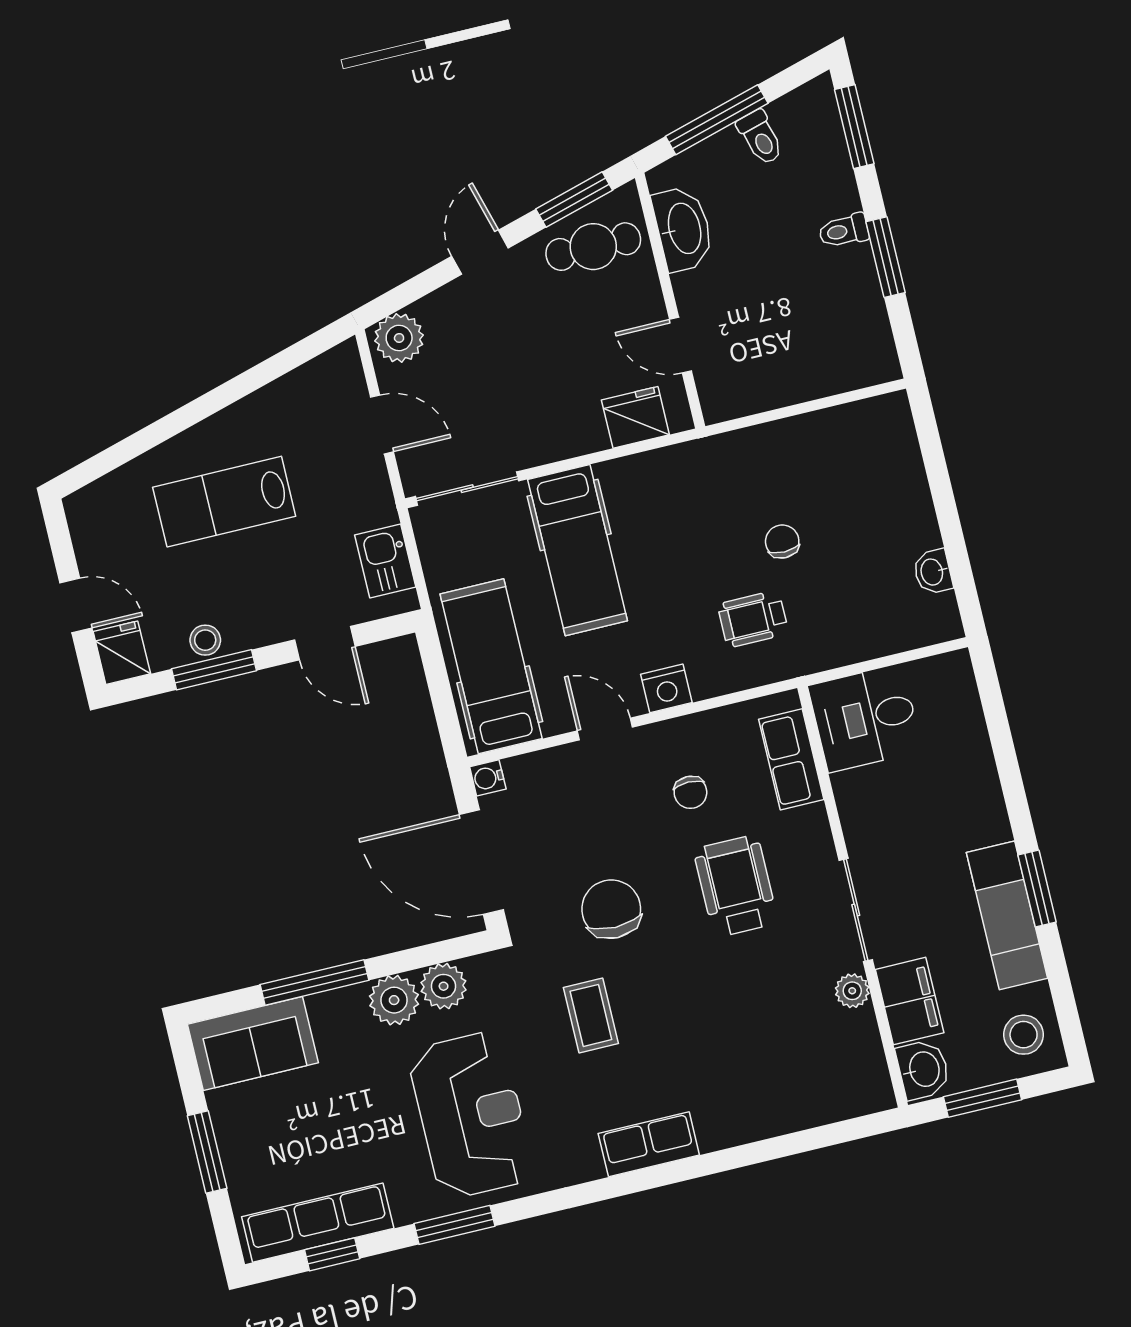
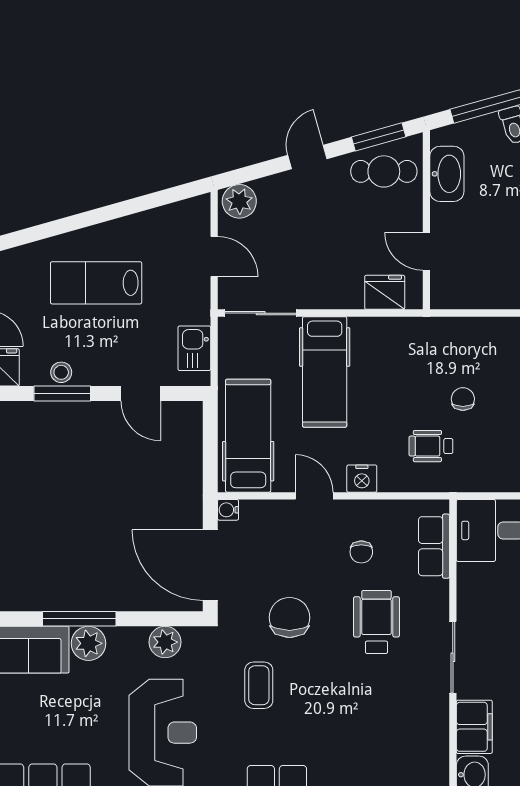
plant: (852, 991) -> (438, 711), removed
plant: (394, 1000) -> (88, 643), moved

